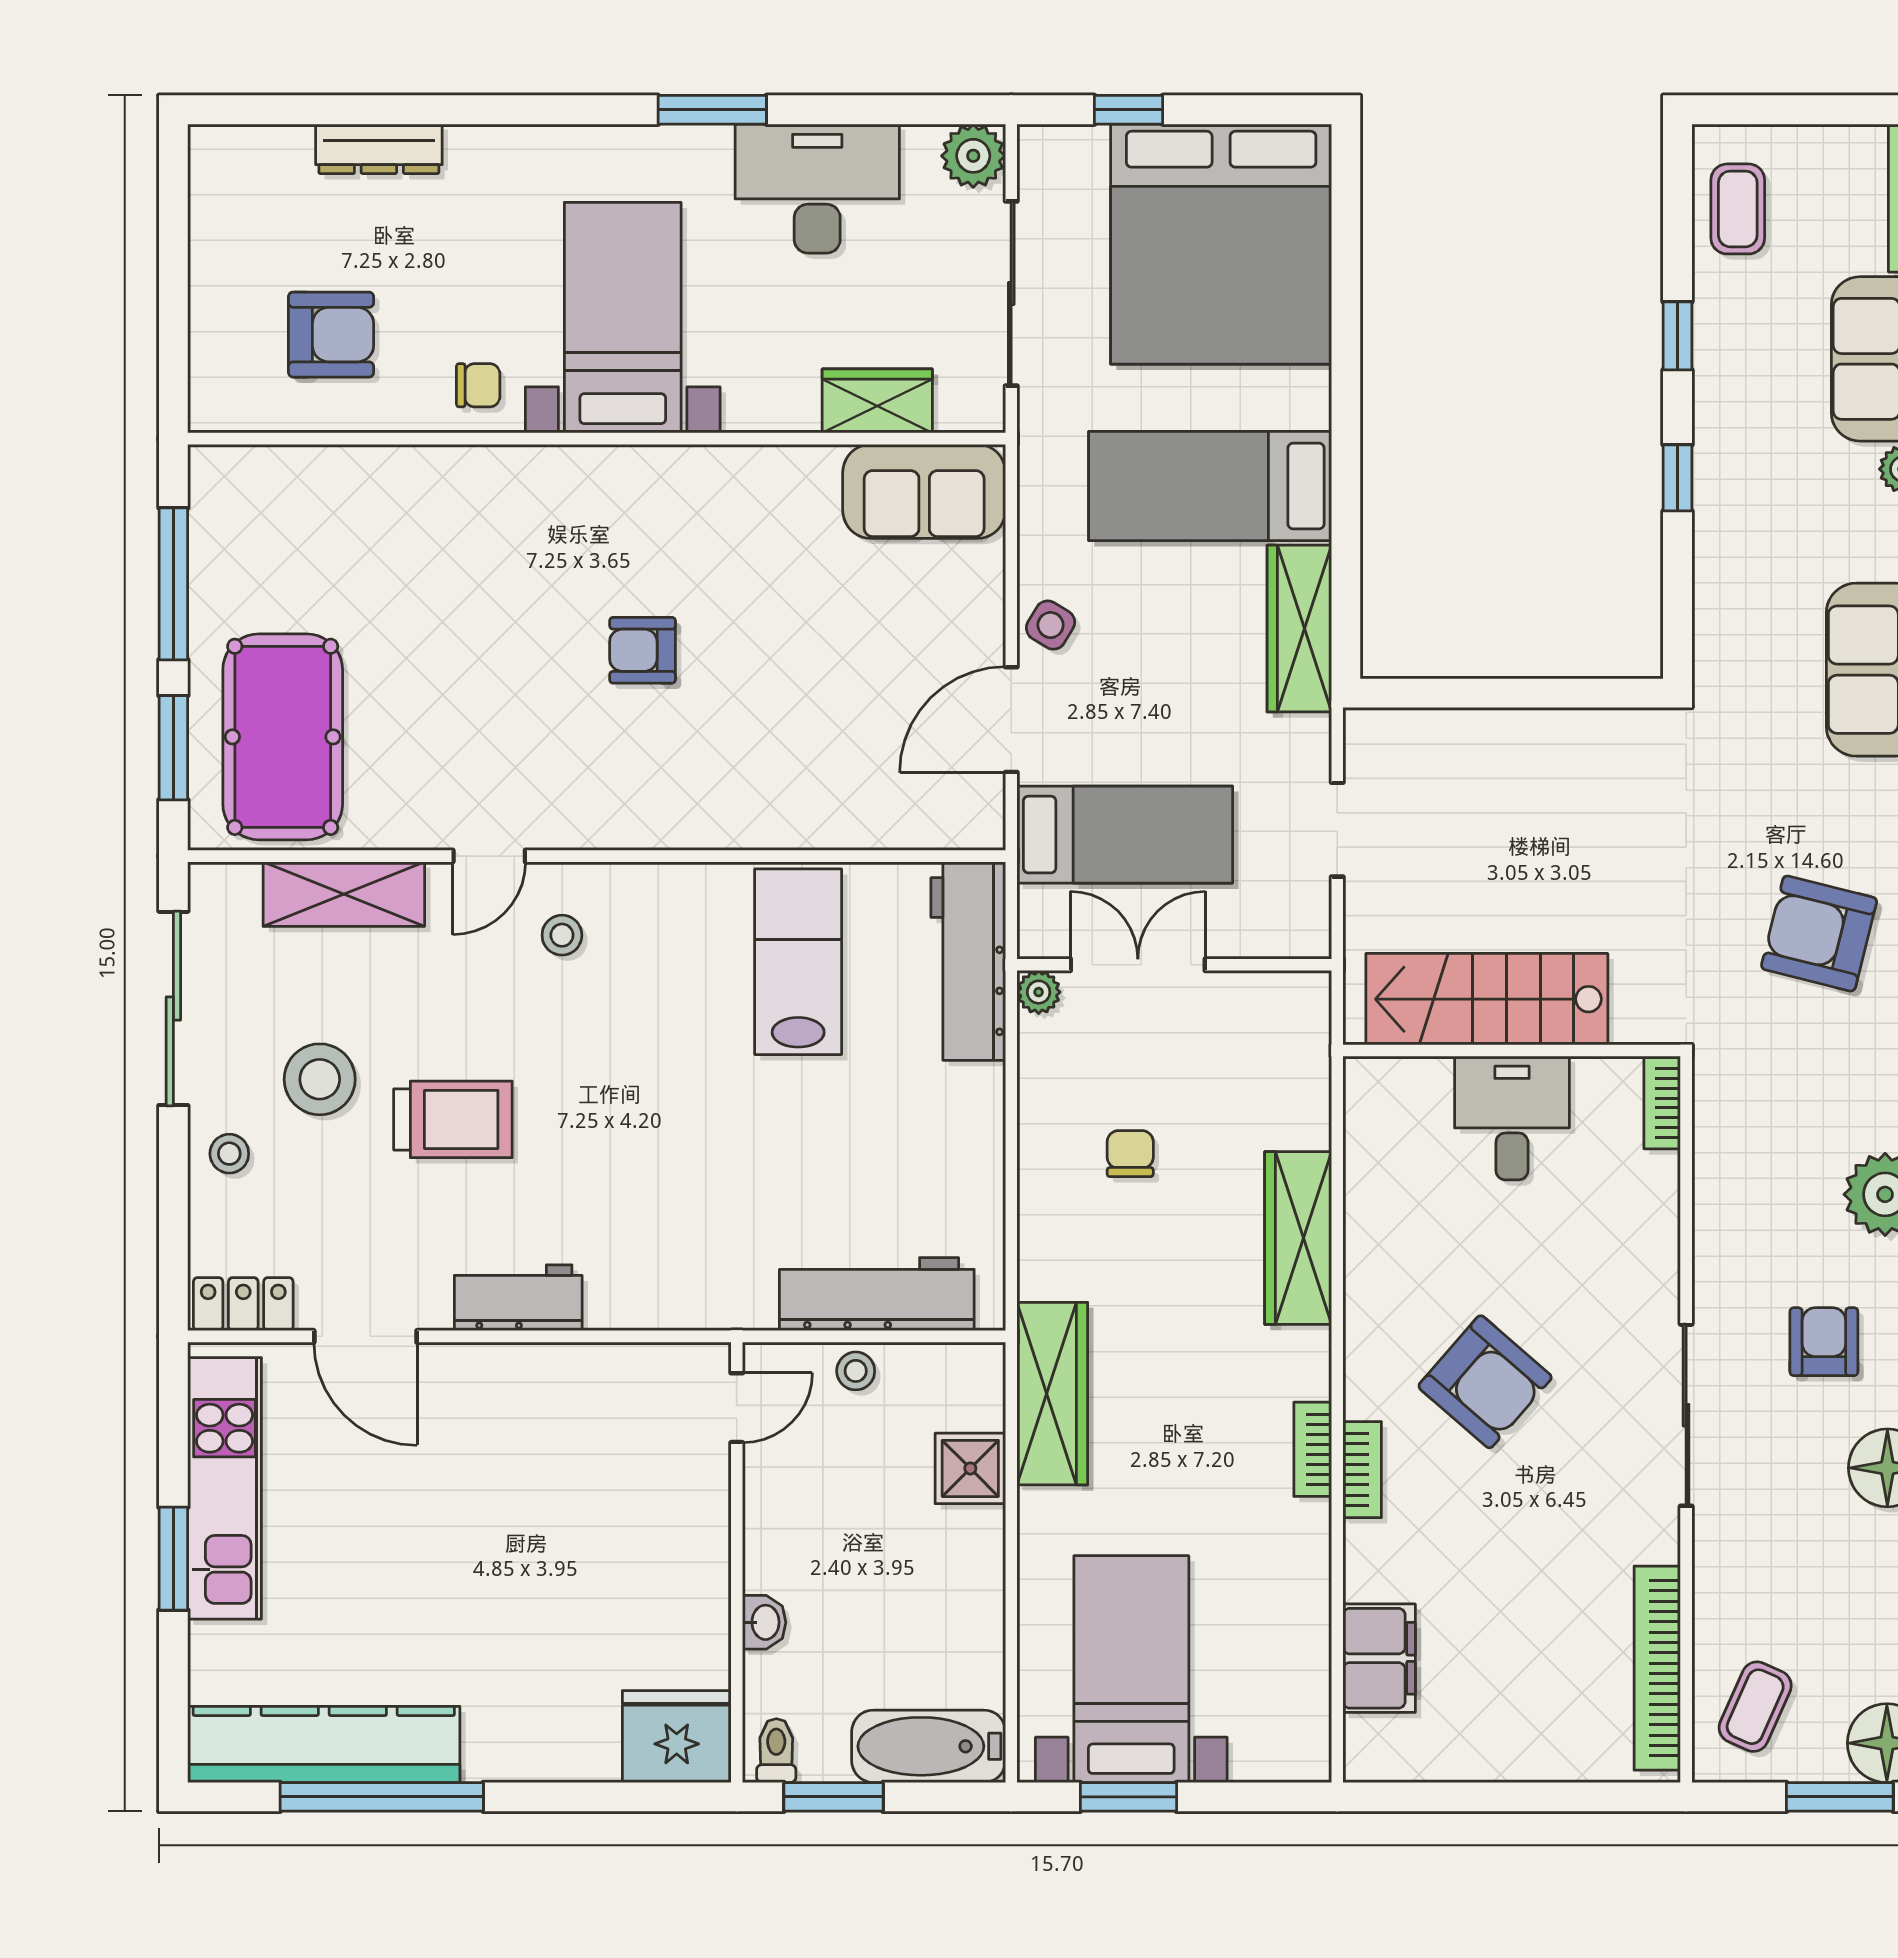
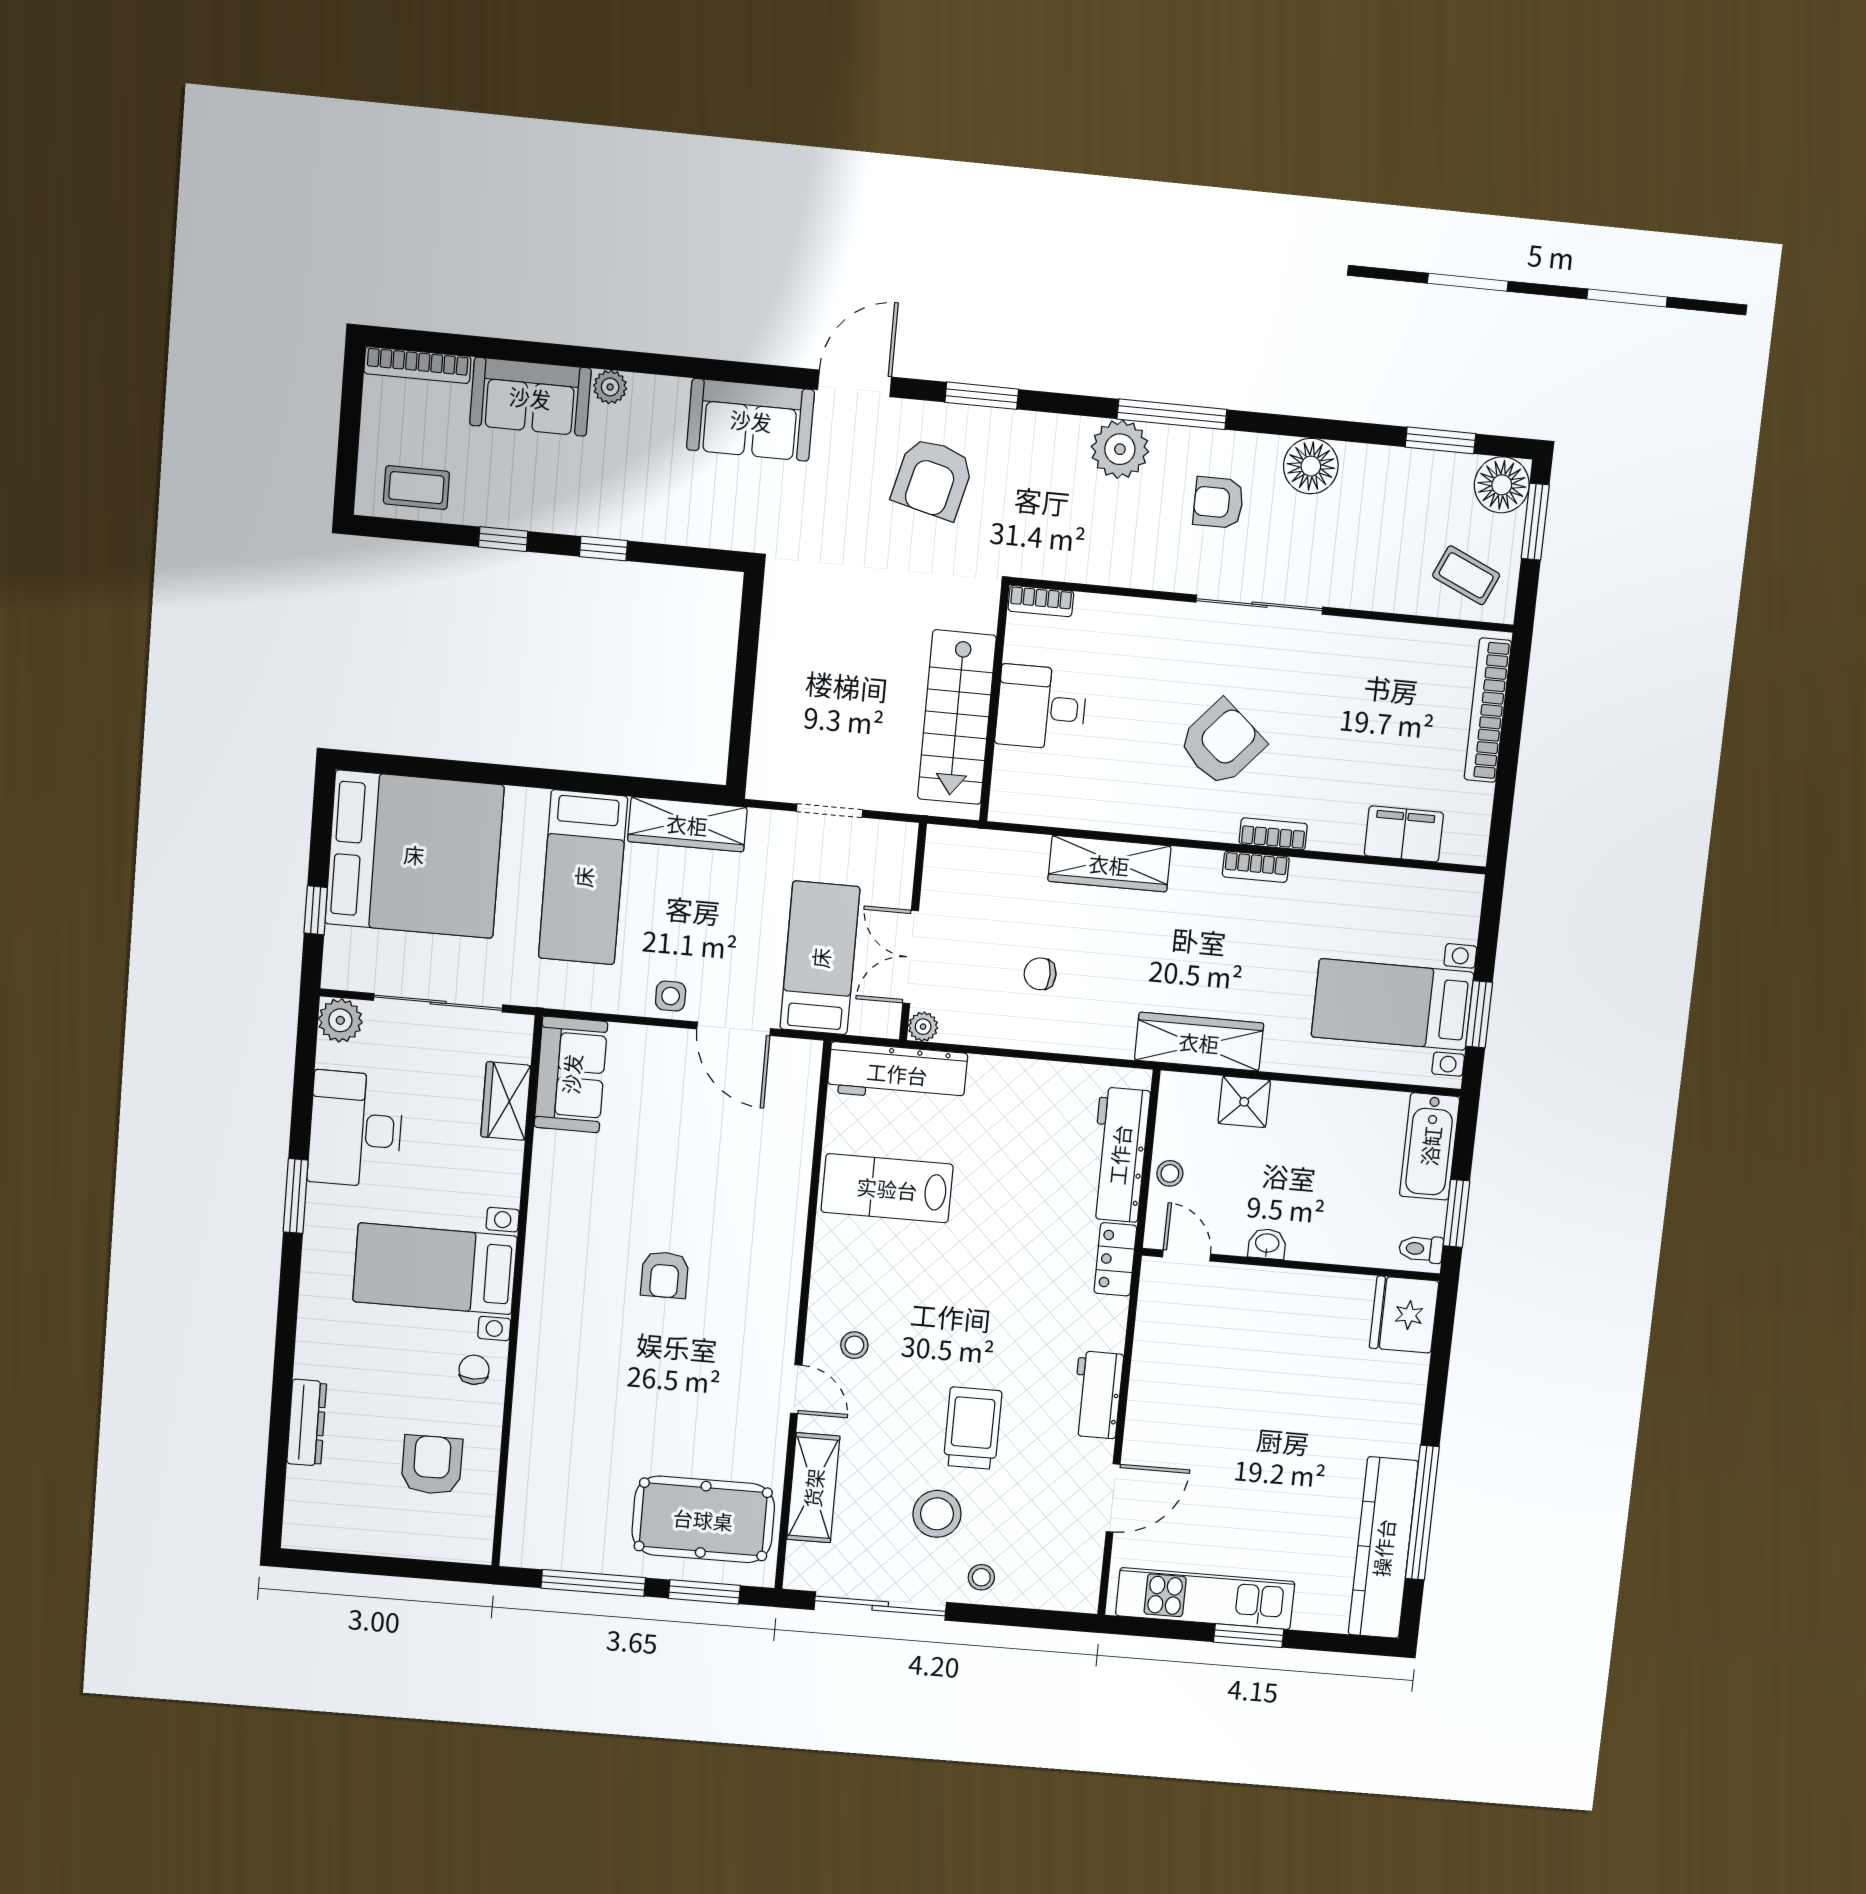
side table: (1051, 625) -> (671, 996), turned -31
locker: (243, 1304) -> (1115, 1259), moved
washbasin: (764, 1622) -> (1267, 1244), moved
bookcase: (1657, 1668) -> (1488, 710), moved, turned 90

